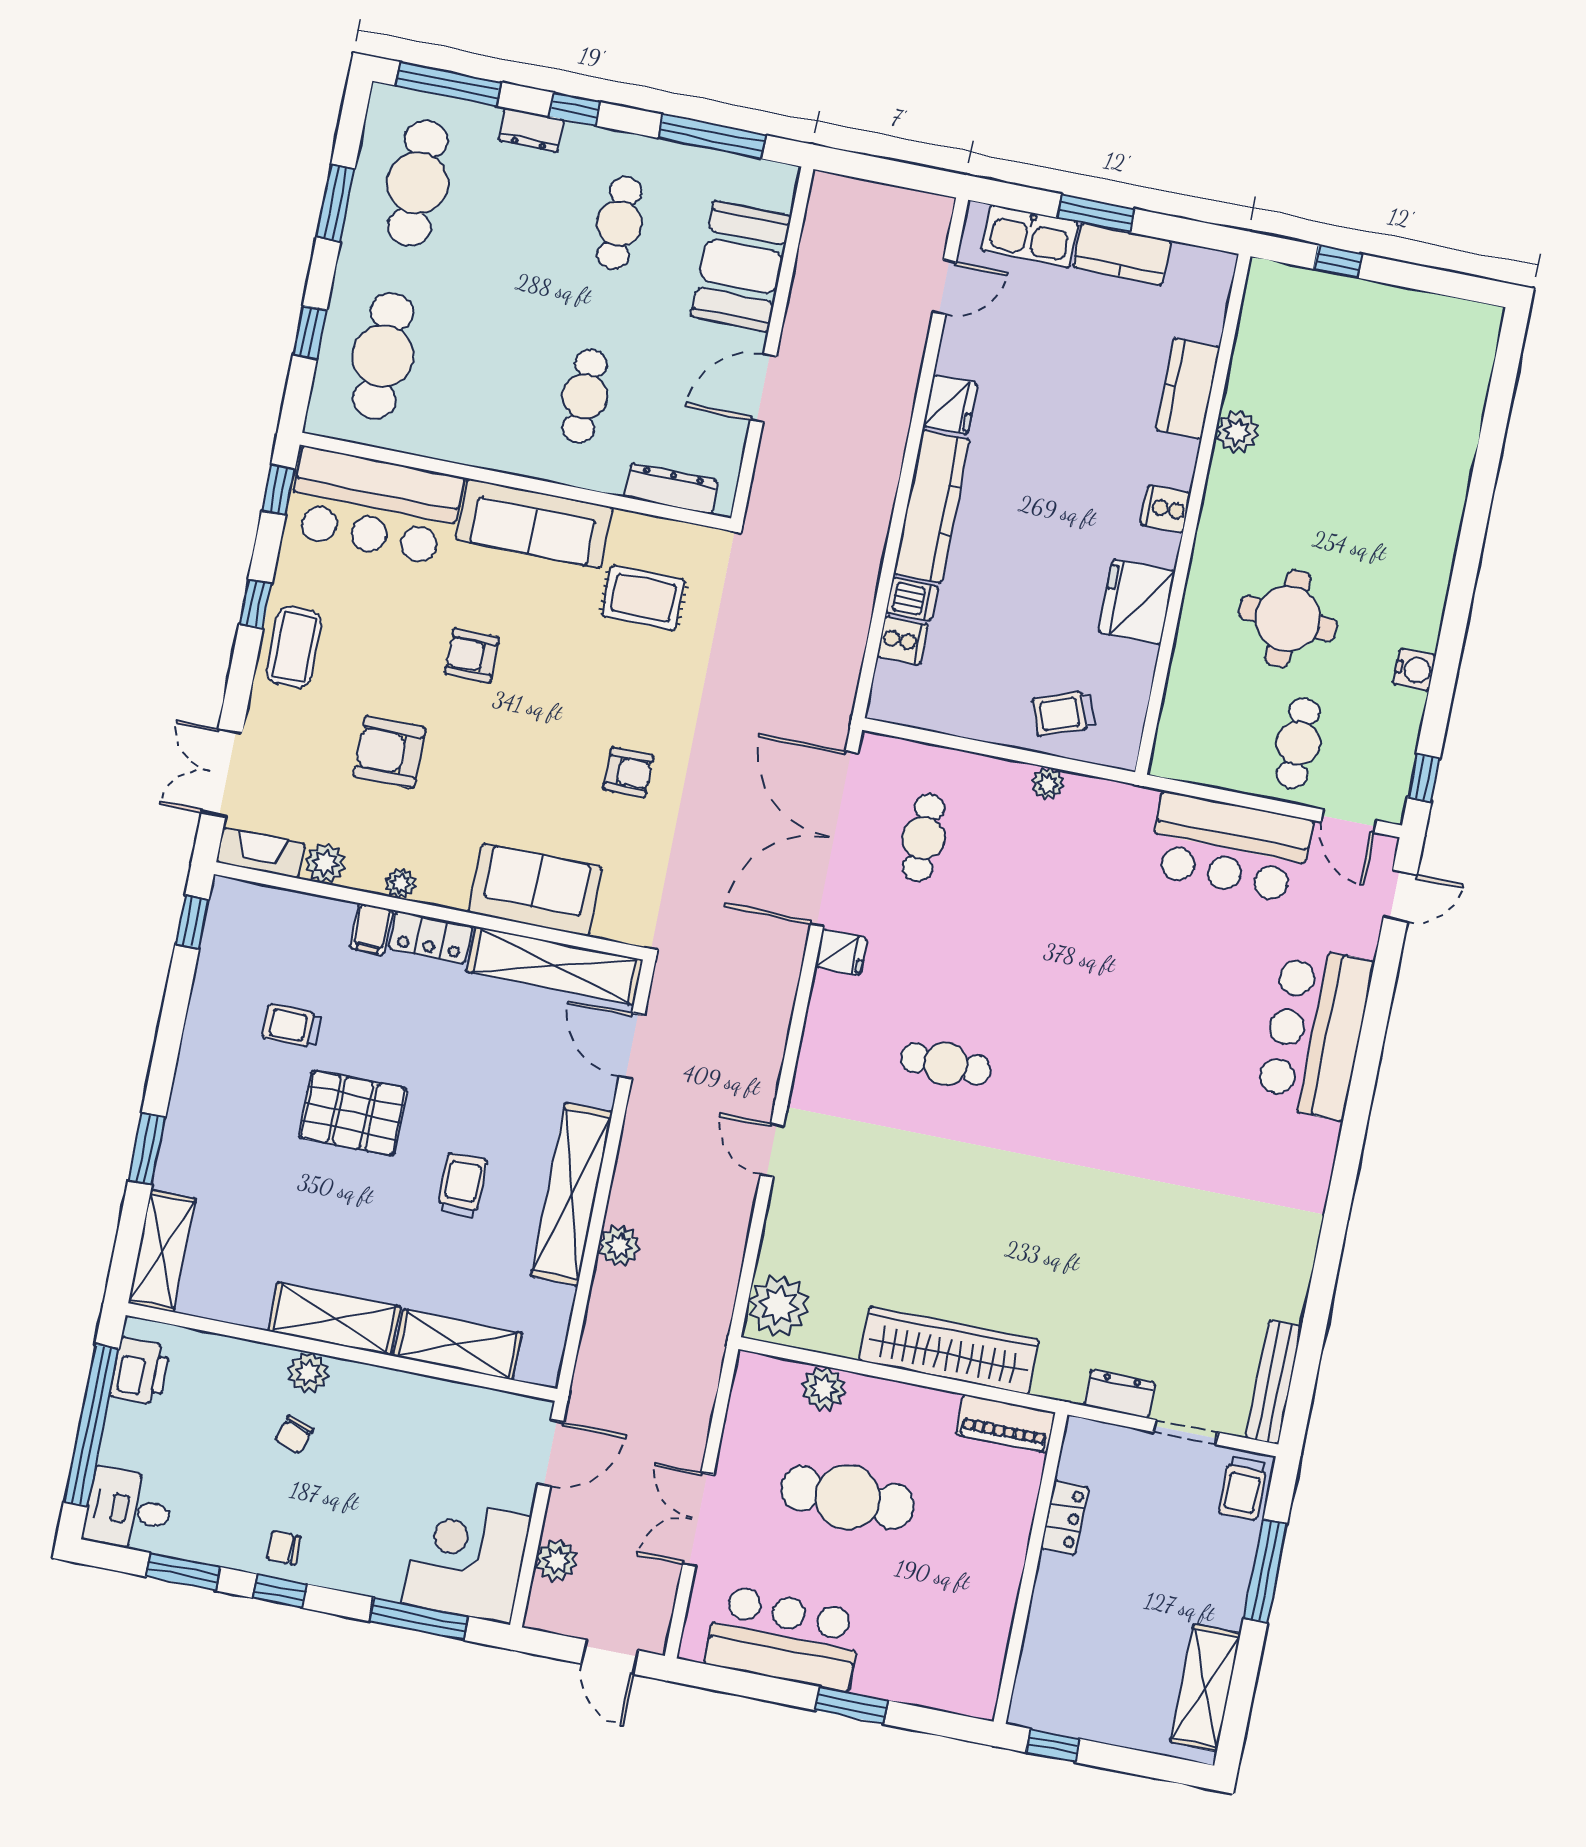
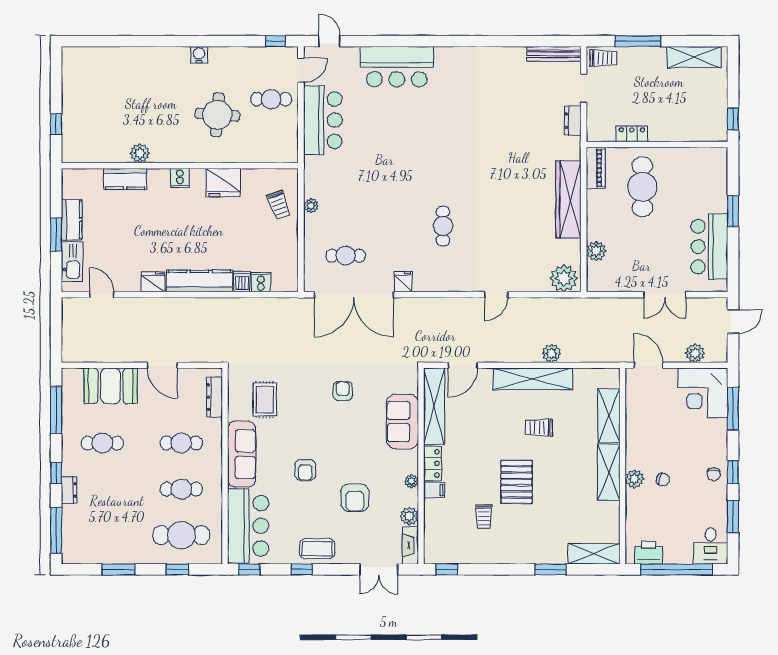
cafe table: (418, 183) -> (181, 489), moved, width x0.73, depth x0.74
water cooler: (1414, 670) -> (199, 55), moved
cafe table: (848, 1497) -> (642, 187), moved

